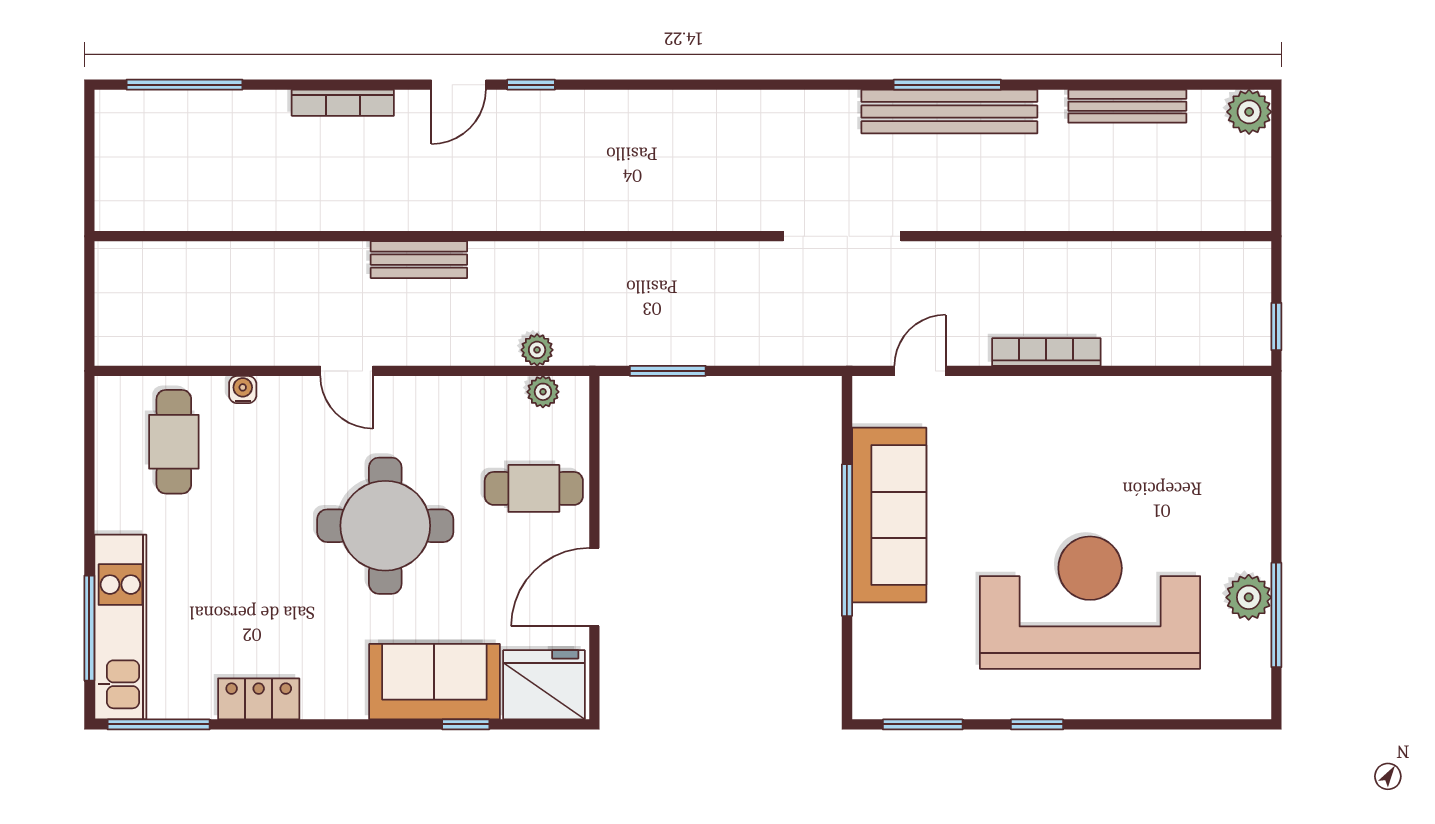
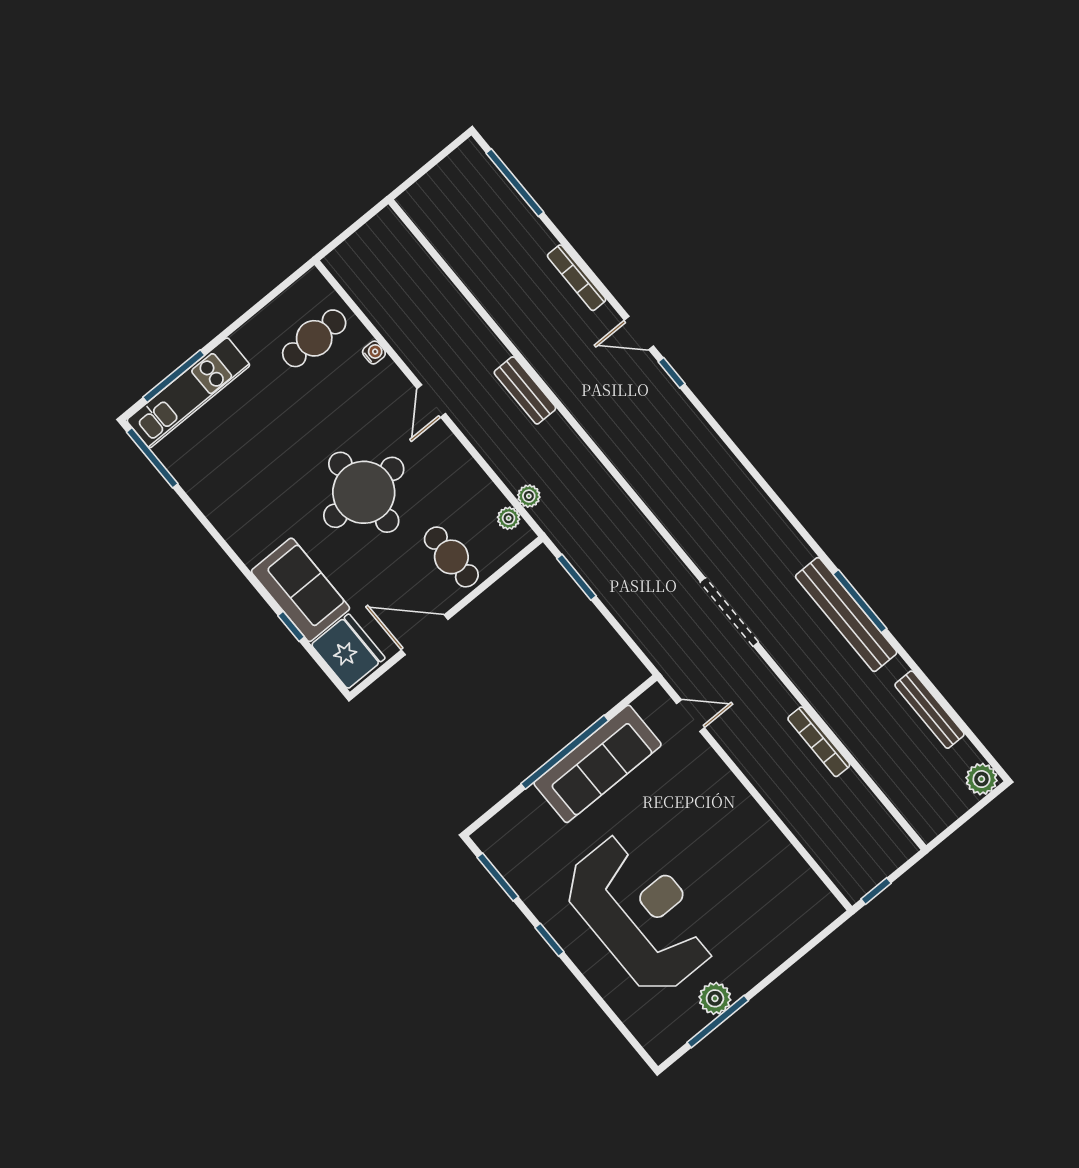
bookcase: (1046, 352) -> (819, 742), moved, turned 180
locker: (259, 699) -> (211, 501), removed

